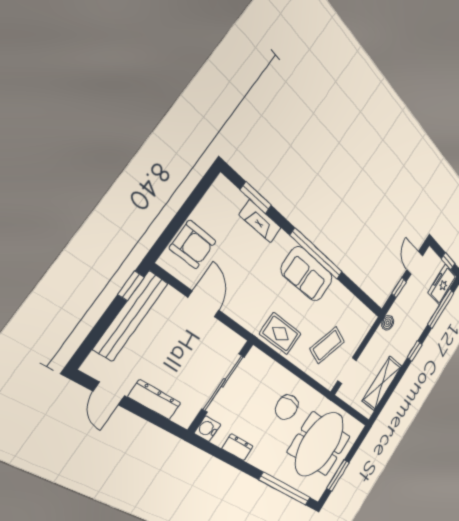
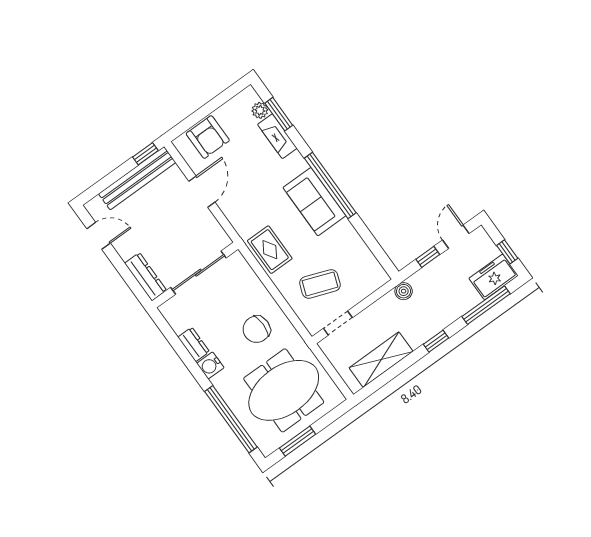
plant: (237, 199) -> (260, 110), added
door: (109, 393) -> (99, 236), swing flipped
dresser: (155, 400) -> (146, 277), moved
water cooler: (207, 429) -> (210, 365), moved, turned -90

